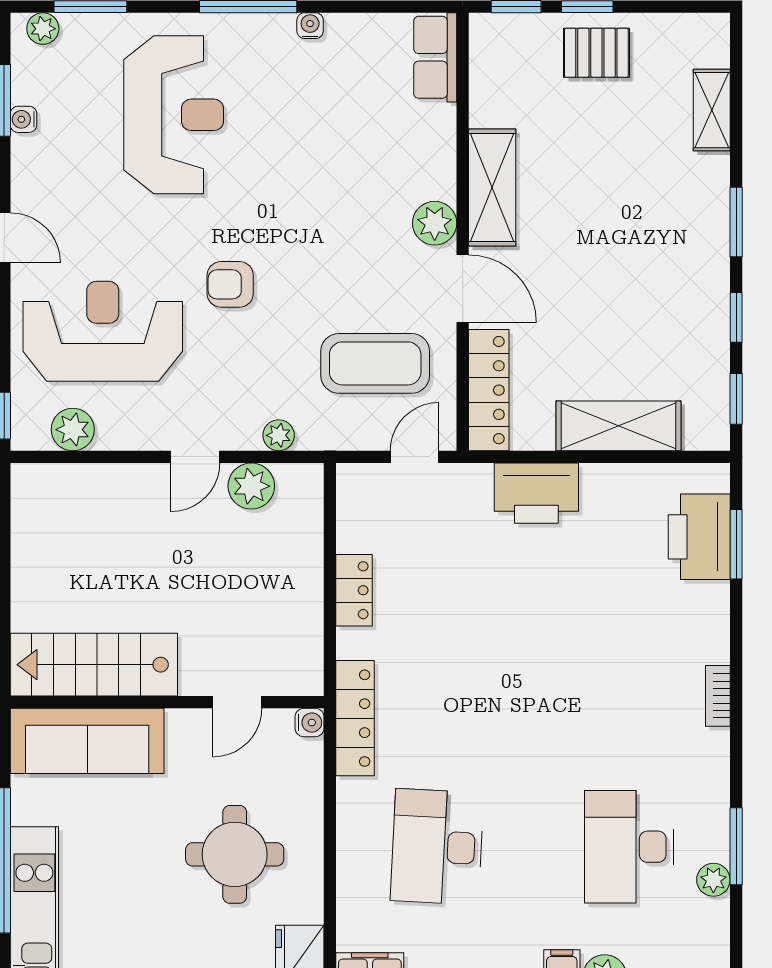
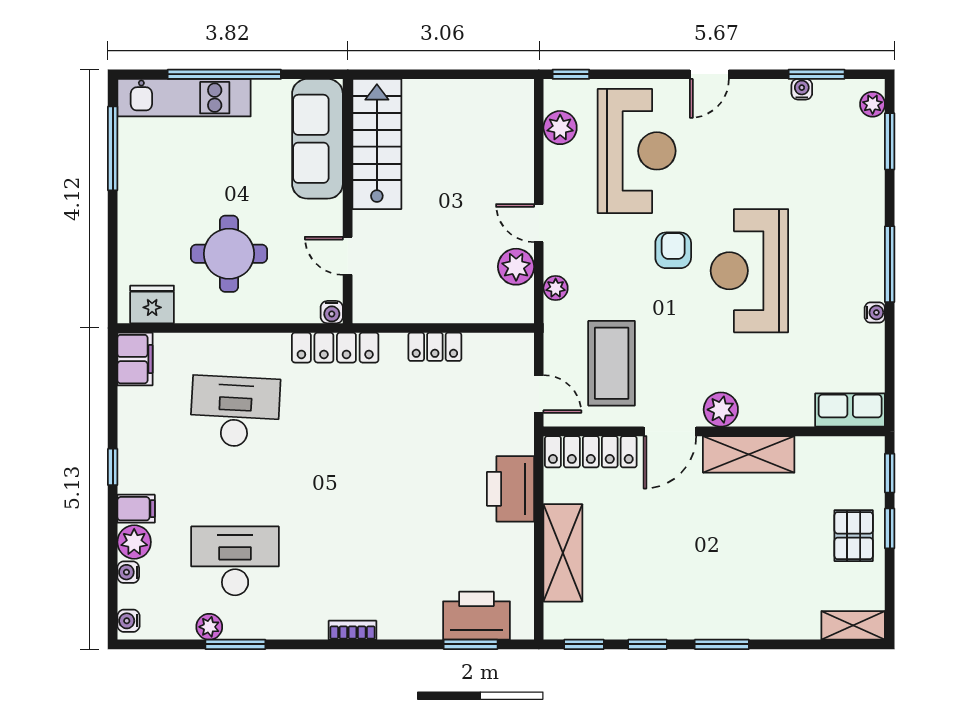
shelving: (712, 110) -> (853, 625), moved
reception desk: (174, 115) -> (749, 271), moved, turned 90

